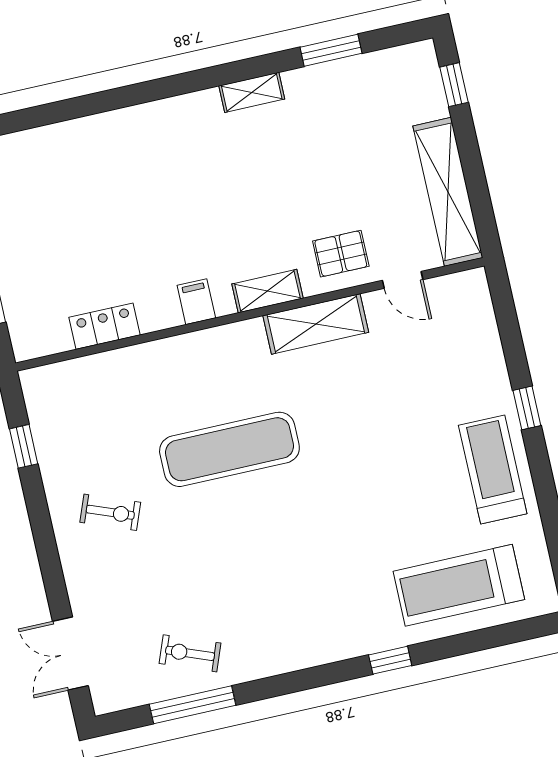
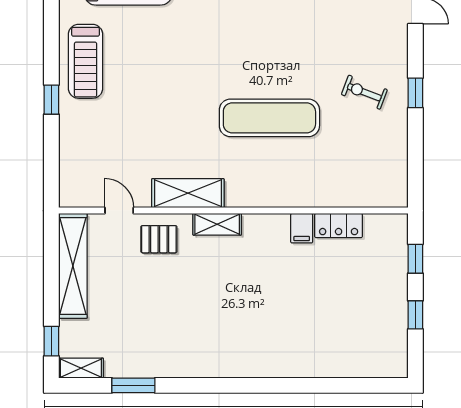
shelving: (252, 92) -> (81, 368), moved
filing cabinet: (196, 302) -> (302, 228), moved
window: (24, 446) -> (415, 93), moved

